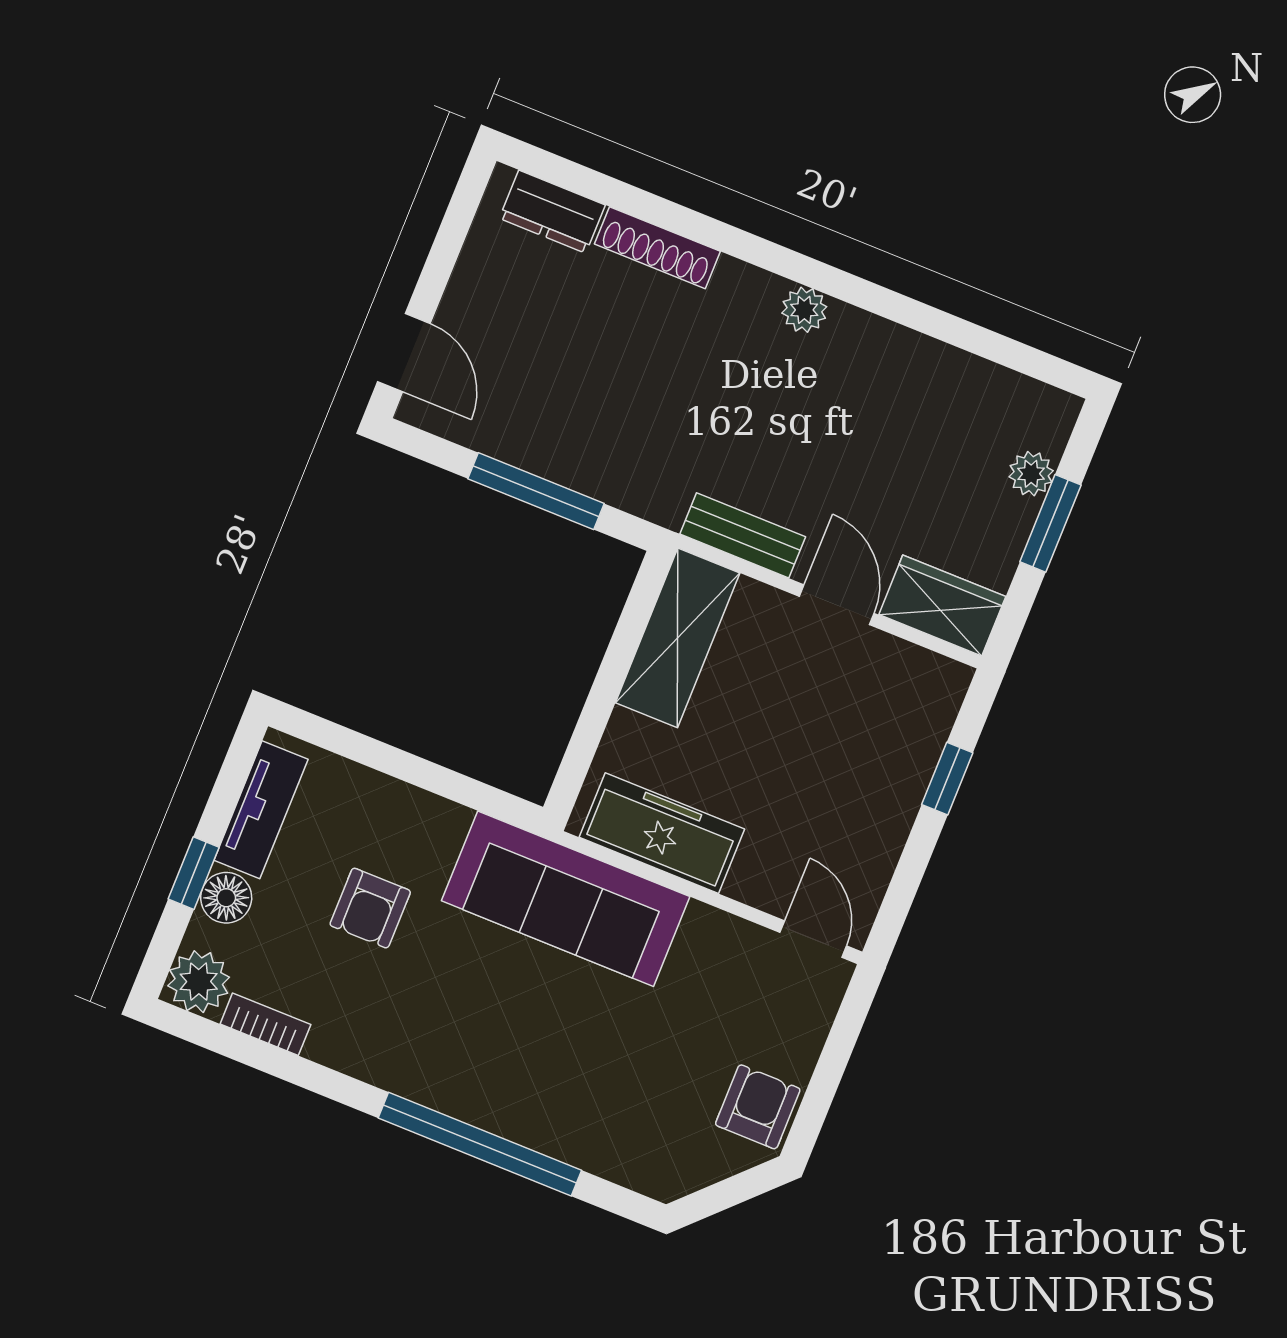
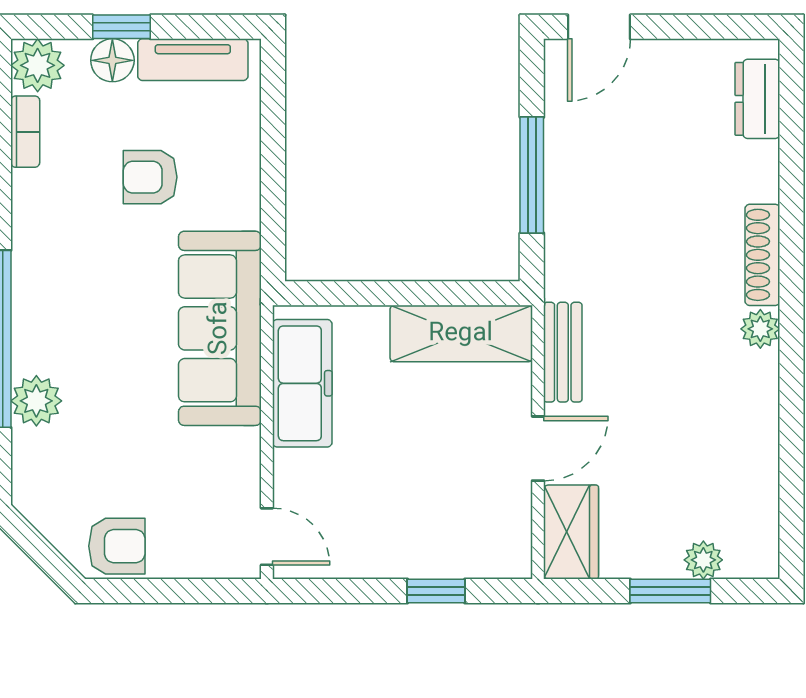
shoe rack: (657, 248) -> (762, 255), moved
door: (813, 939) -> (267, 537), hinge flipped
plant: (564, 1131) -> (36, 401), added

